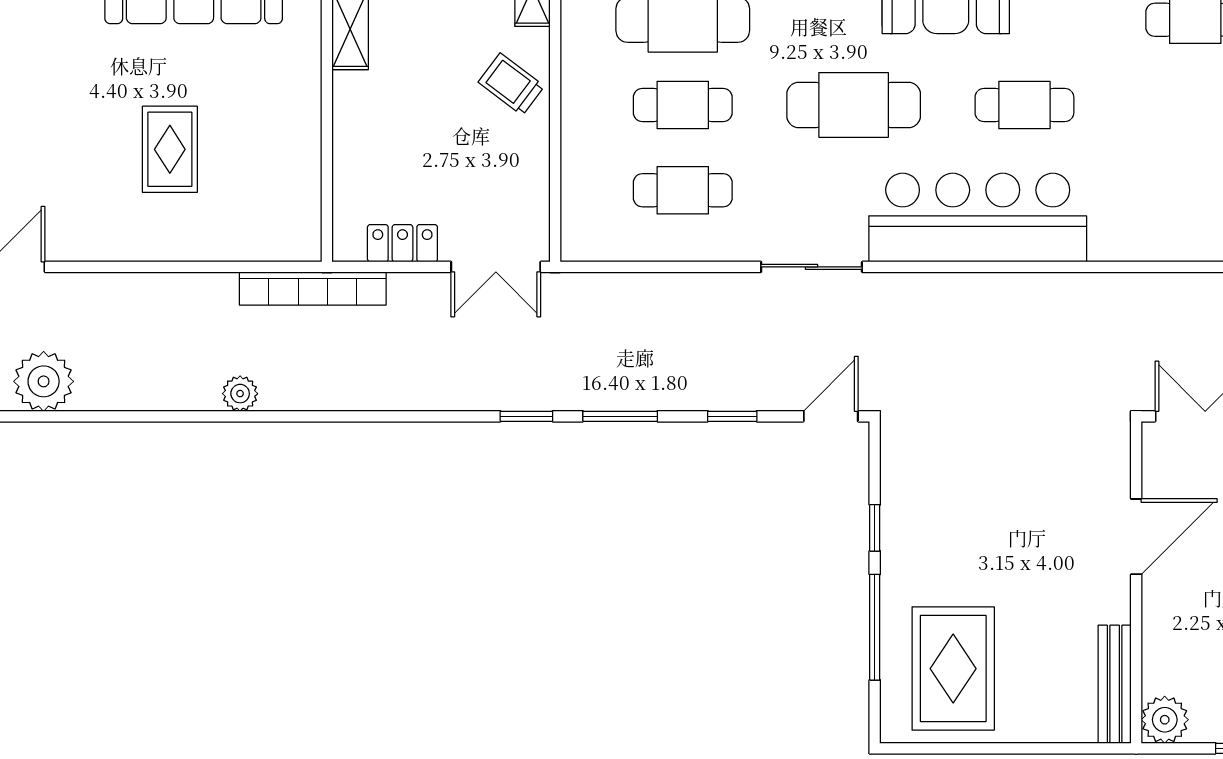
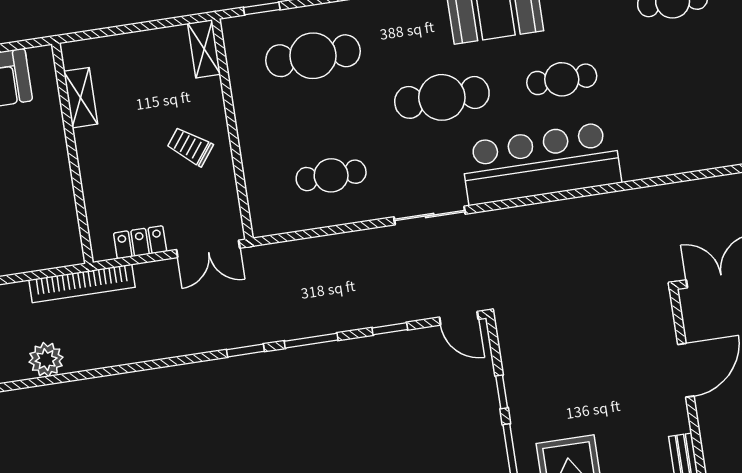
trolley: (511, 84) -> (190, 147), moved
cafe table: (683, 105) -> (322, 116), removed
plant: (240, 394) -> (46, 360), width x1.38, depth x1.38
door: (831, 416) -> (459, 318), swing flipped

